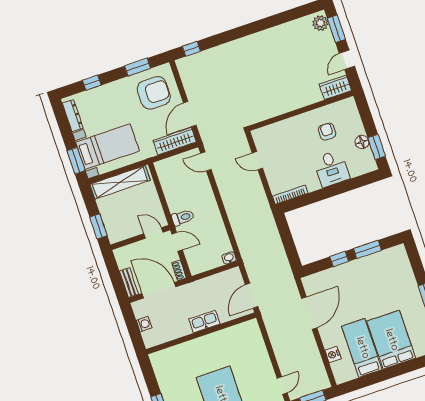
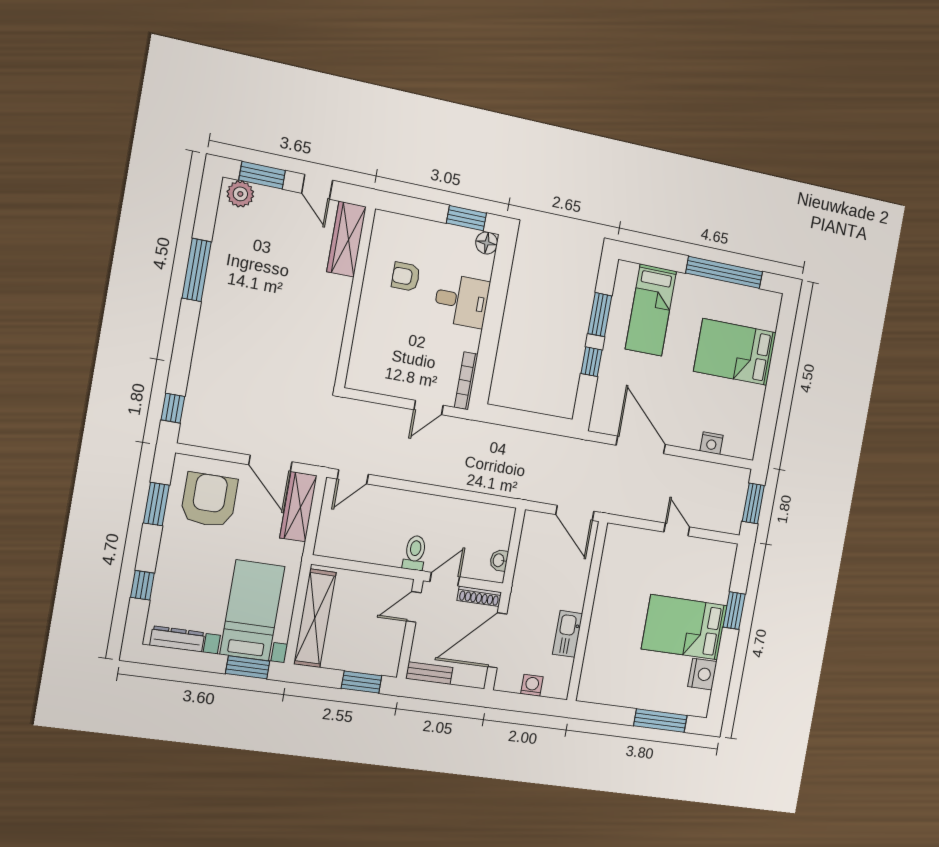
window: (269, 22) -> (197, 270), added
wardrobe: (335, 87) -> (346, 239), width x1.50
floor lamp: (362, 142) -> (487, 243), moved
door: (257, 161) -> (429, 407), moved
washbasin: (229, 258) -> (499, 560), moved
shoe rack: (179, 270) -> (479, 596), width x1.43
bench: (129, 283) -> (429, 673), moved
kitchen sink: (204, 322) -> (568, 634), moved
bed: (362, 348) -> (651, 310), moved, turned -90
door: (282, 385) -> (677, 530), moved

